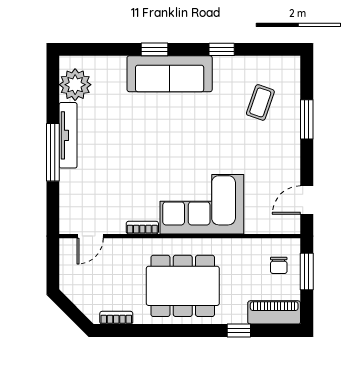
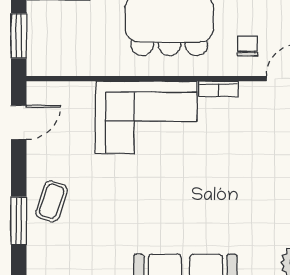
coffee table: (260, 102) -> (52, 201), moved
chair: (279, 265) -> (248, 46), moved

